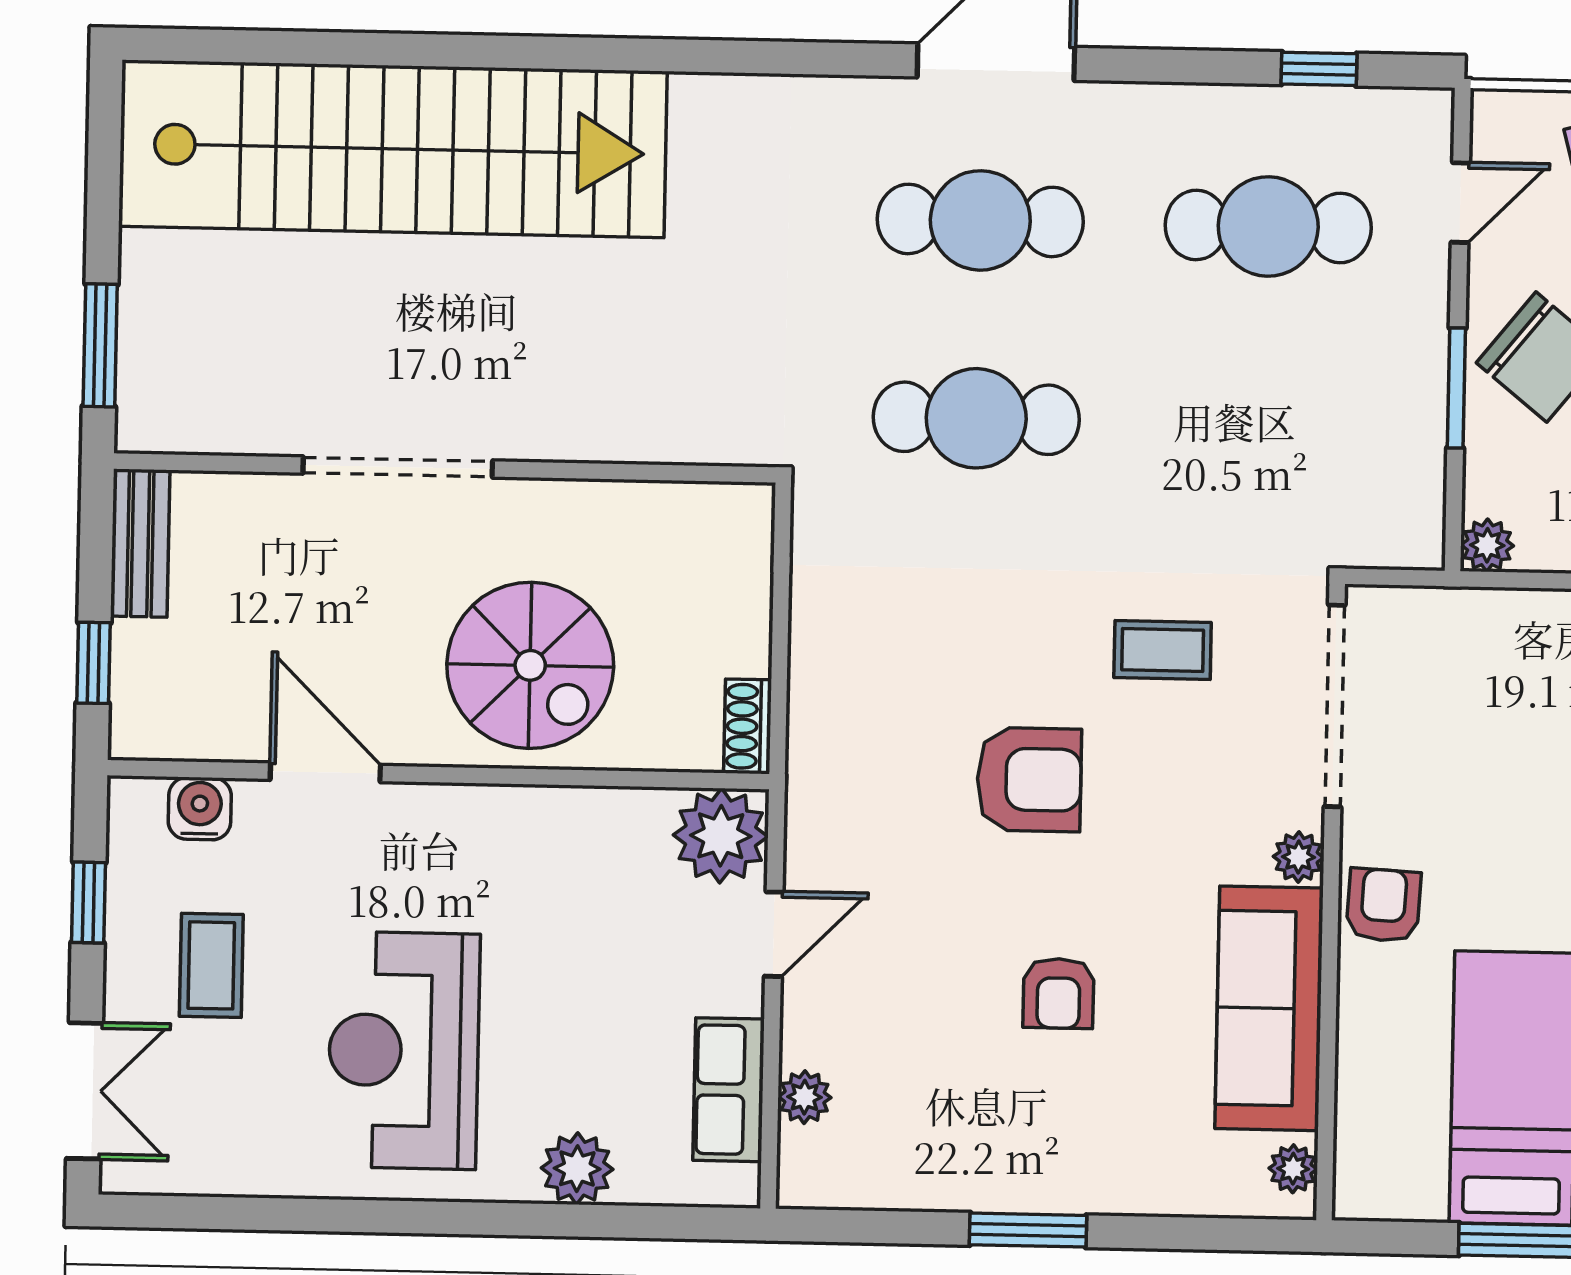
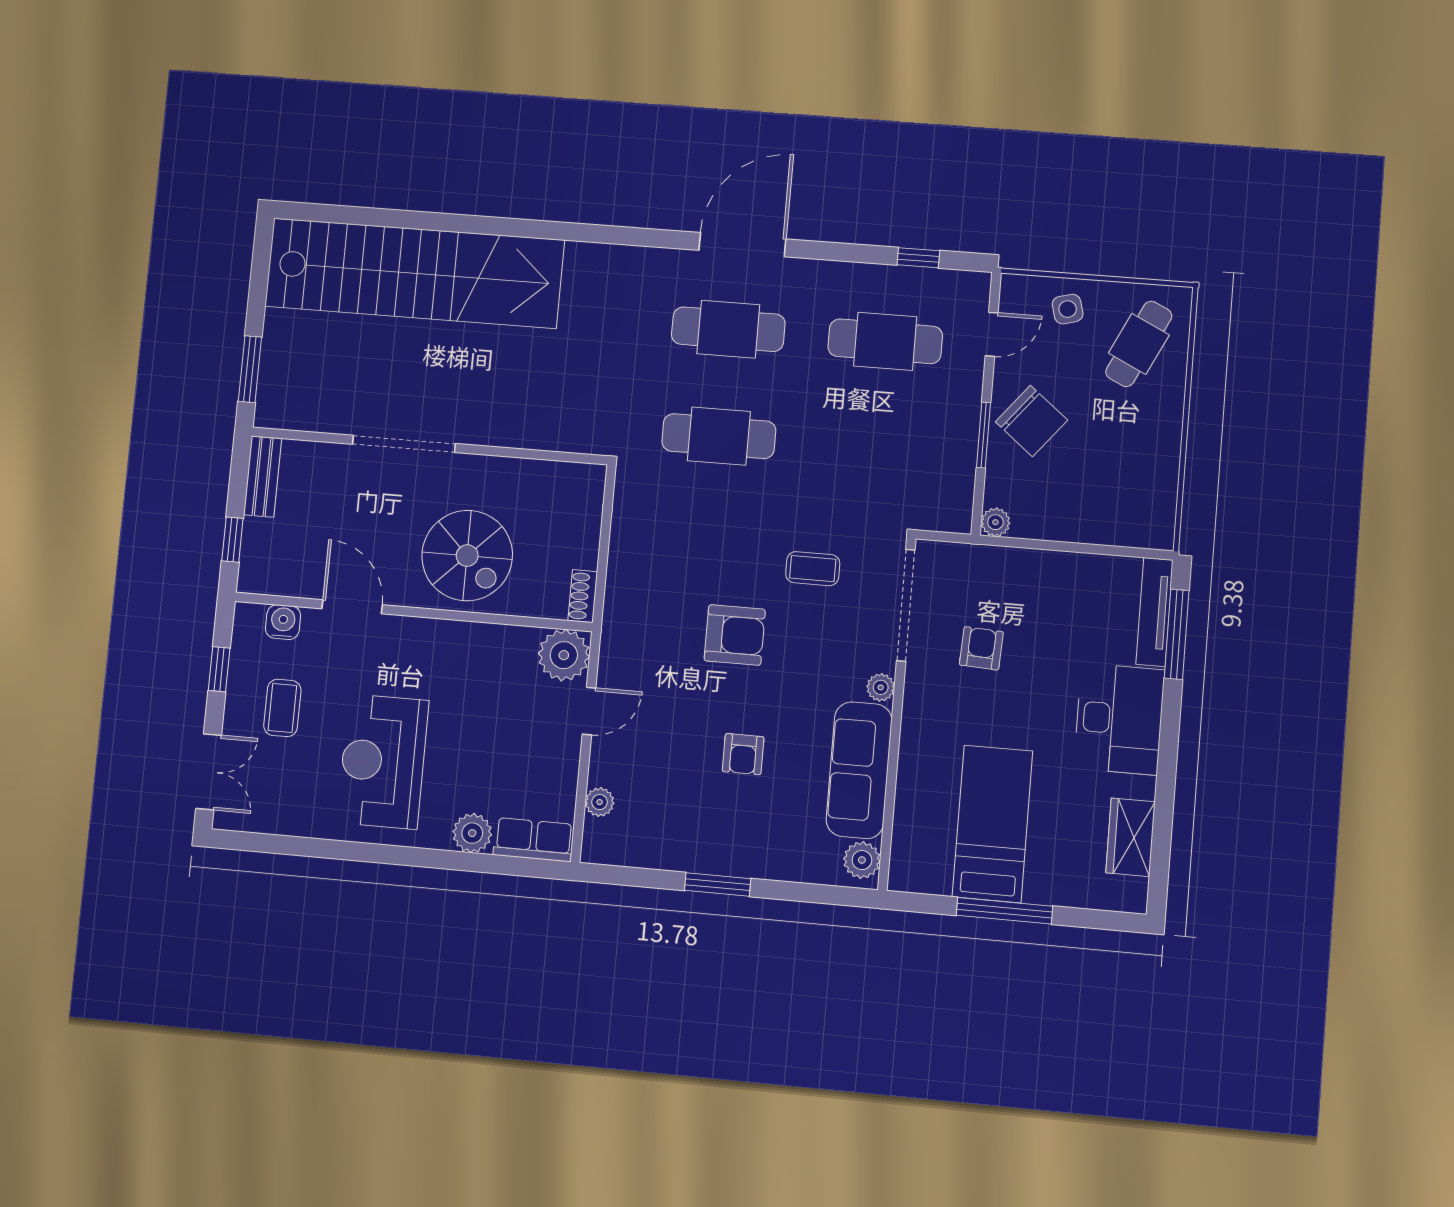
armchair: (1383, 905) -> (981, 648), moved
row of seats: (729, 1090) -> (534, 840), moved, turned 90
plant: (1293, 1169) -> (862, 860), width x1.38, depth x1.38

